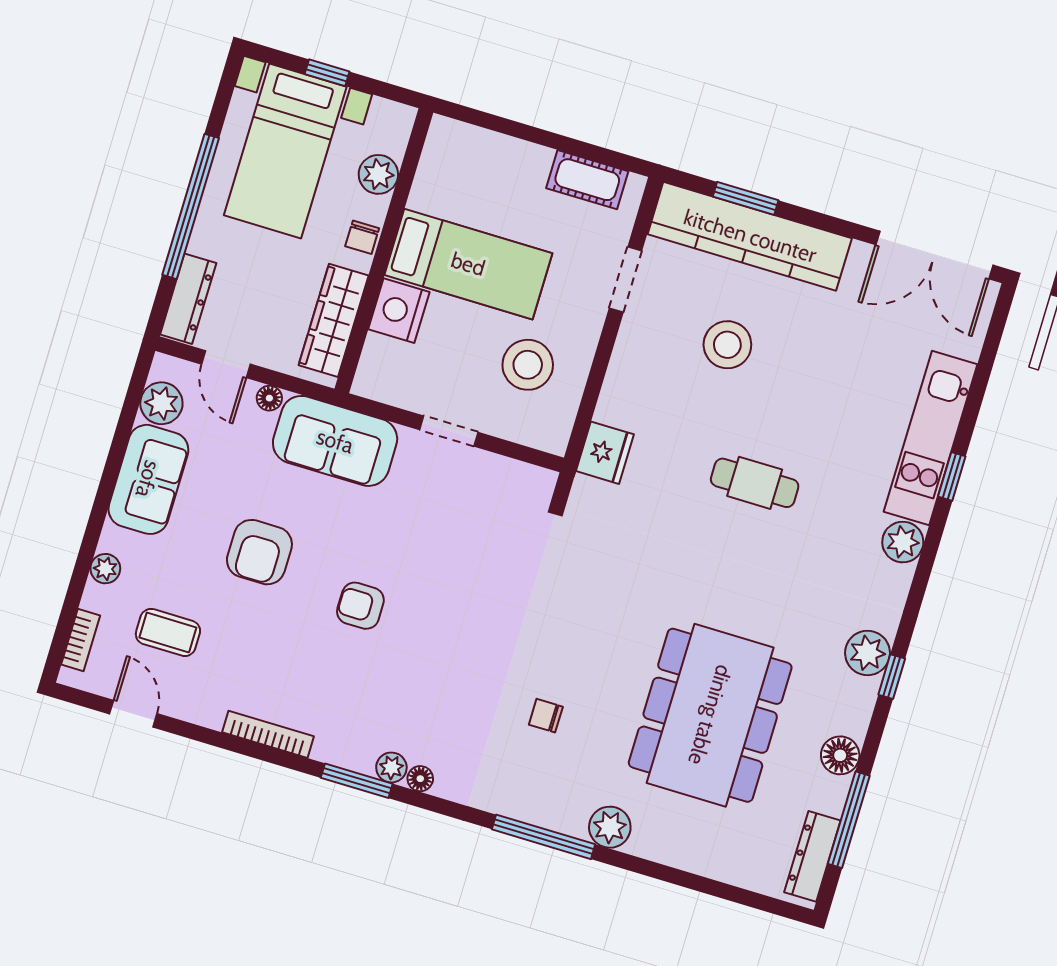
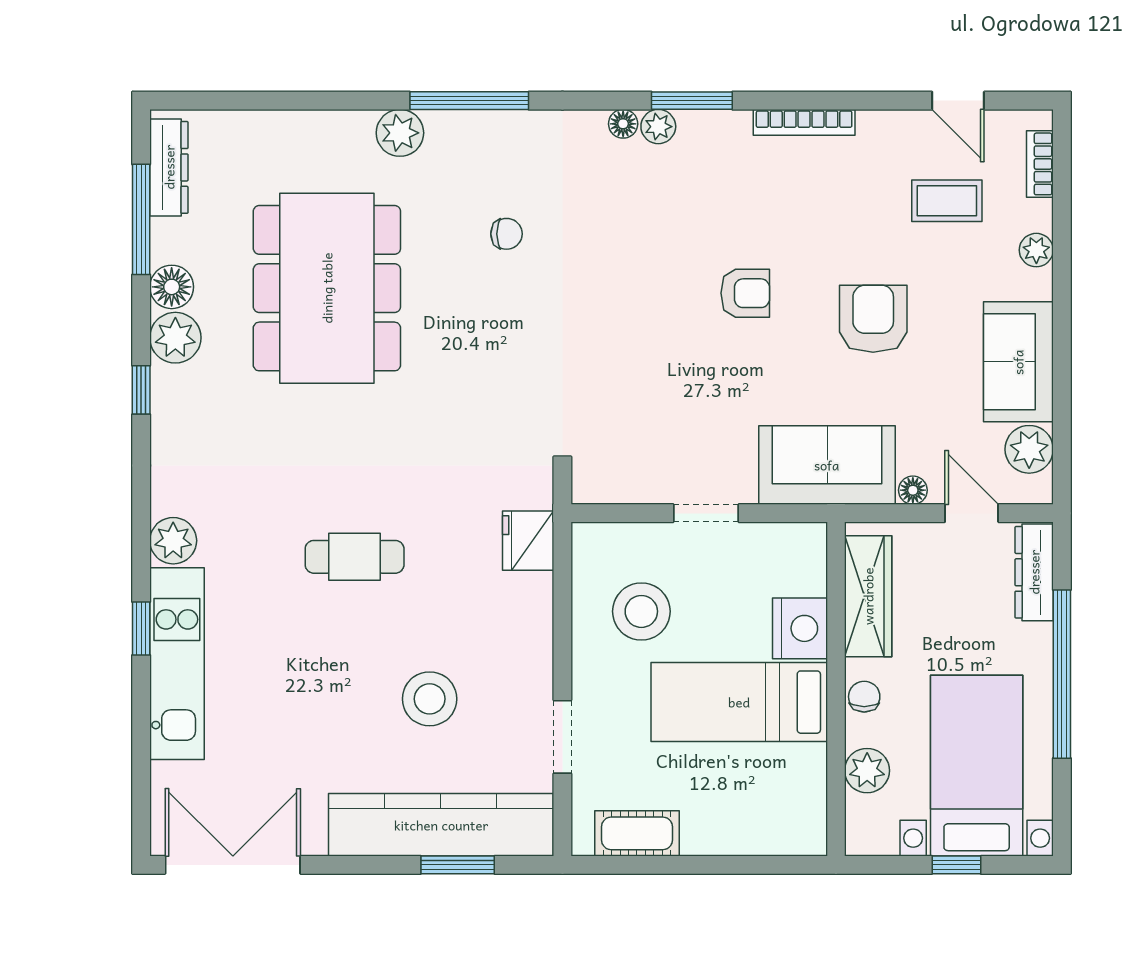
plant: (868, 653) -> (175, 338), moved

